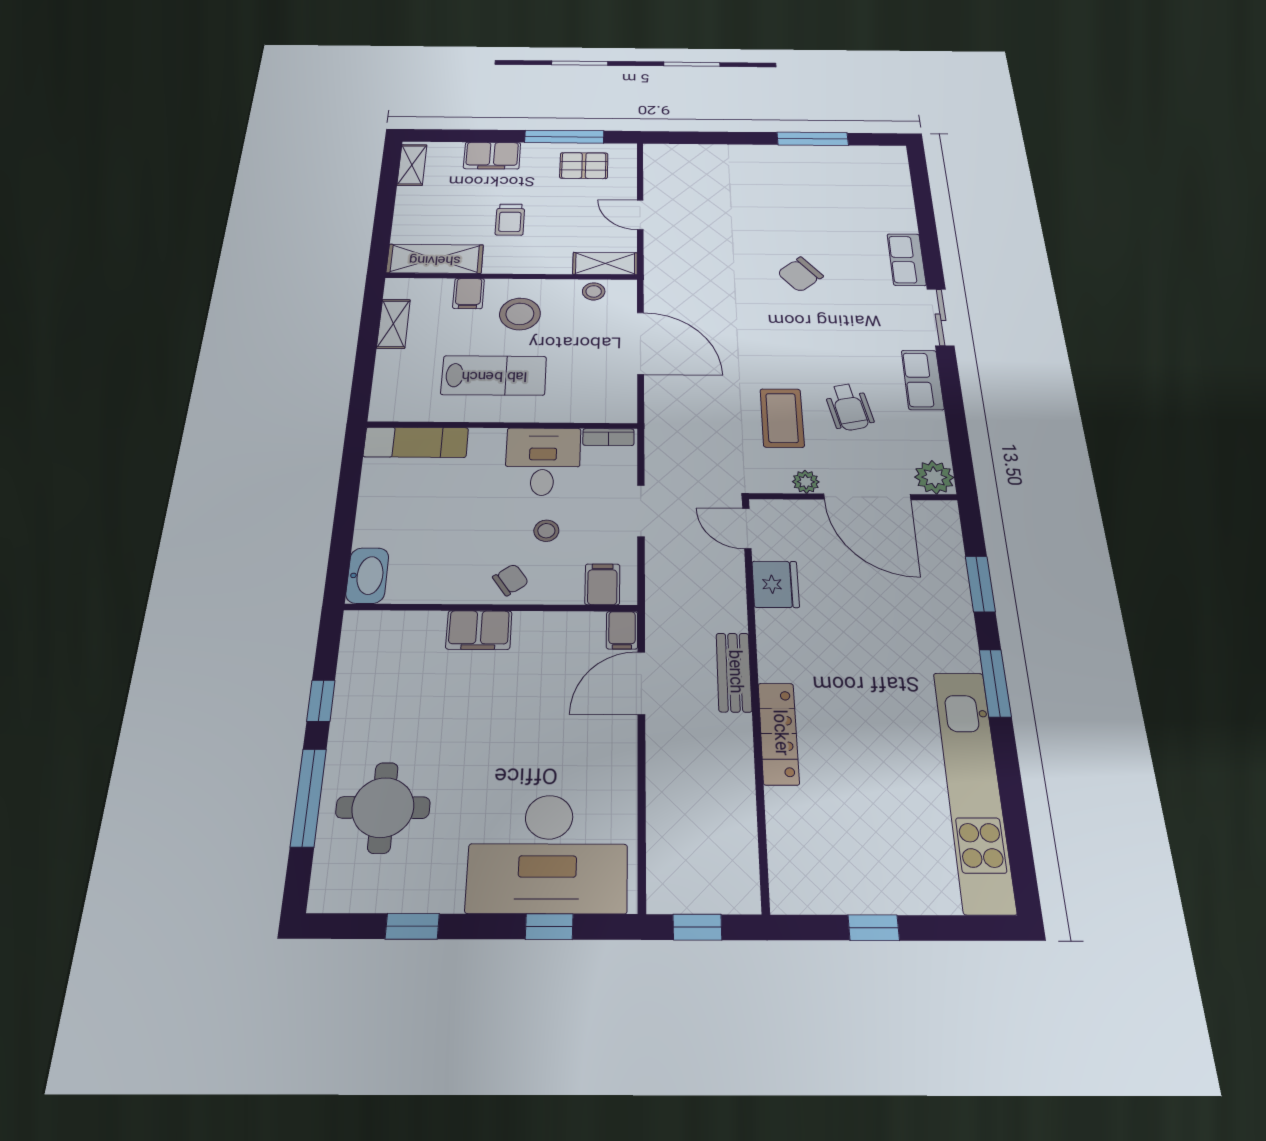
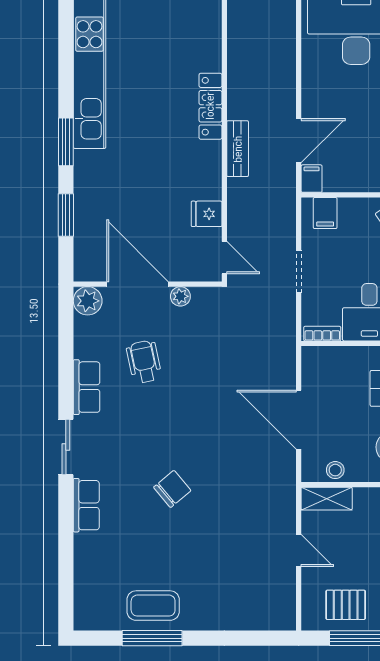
coffee table: (782, 418) -> (153, 606), moved, turned 90
stool: (546, 531) -> (365, 255), removed
fridge: (776, 584) -> (207, 214), width x0.72

